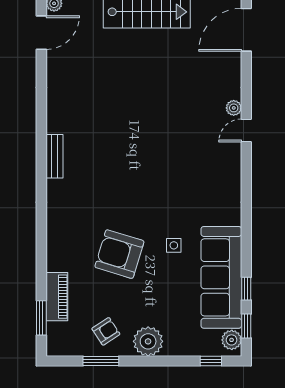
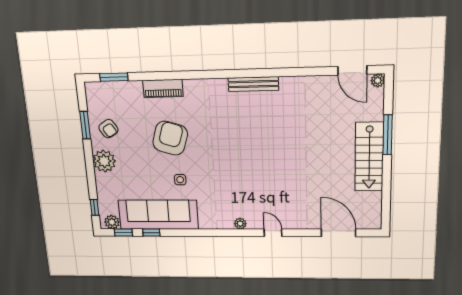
door: (246, 30) -> (338, 233), moved
plant: (234, 108) -> (240, 224), moved
bench: (54, 156) -> (253, 84), width x1.36
piano: (57, 297) -> (163, 88), moved

